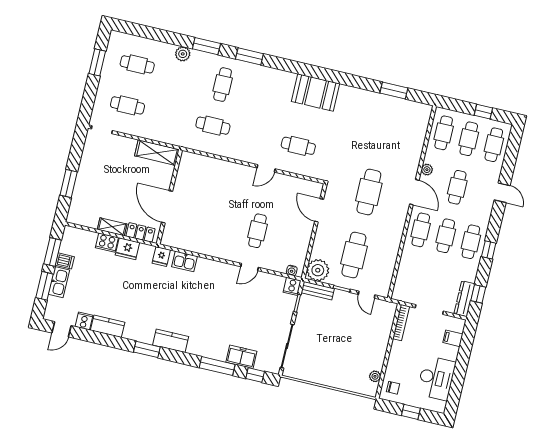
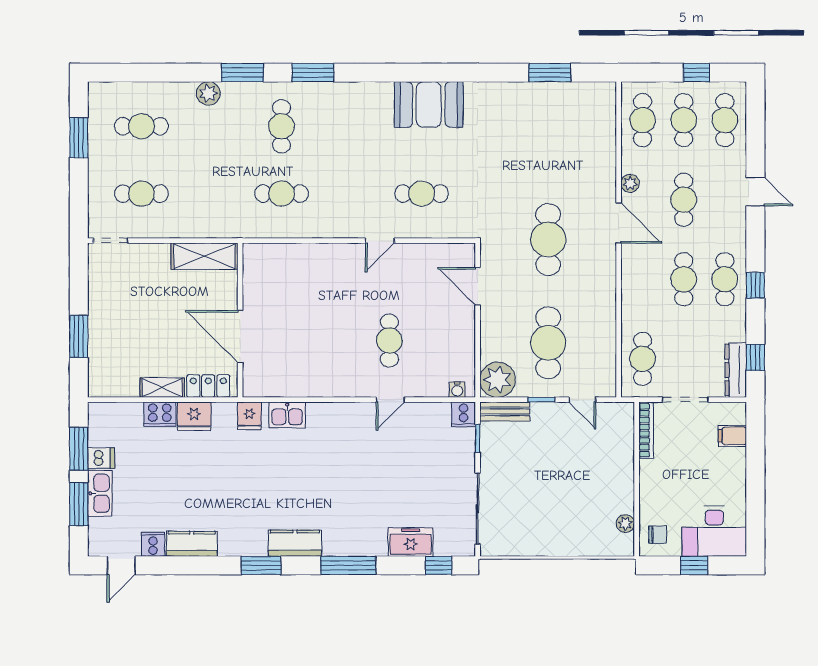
cafe table: (421, 230) -> (643, 359), moved
window: (217, 366) -> (348, 565), moved
desk: (436, 378) -> (714, 531), moved, turned 90

